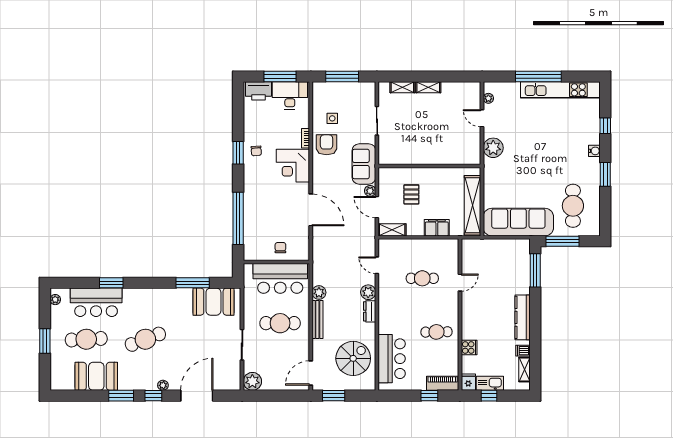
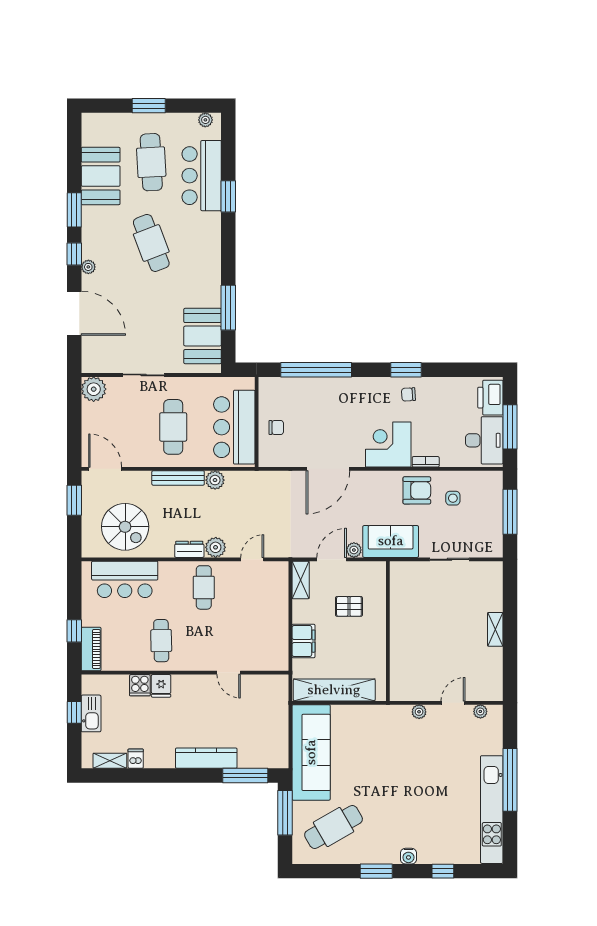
shelving: (402, 87) -> (495, 594), removed
plant: (493, 148) -> (419, 712), width x0.53, depth x0.53
cafe table: (573, 206) -> (334, 827), turned -30
cafe table: (422, 278) -> (204, 587), moved
kitchen counter: (523, 317) -> (206, 758), moved
fridge: (468, 382) -> (161, 686), moved, turned 90

